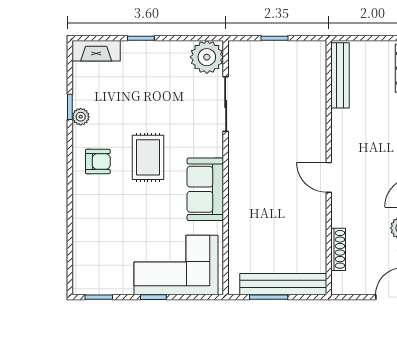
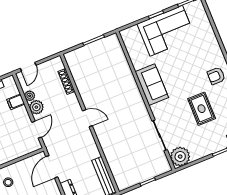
rug: (148, 157) -> (202, 109), moved
corner sofa: (176, 265) -> (166, 31), moved
bench: (283, 284) -> (89, 50), removed

